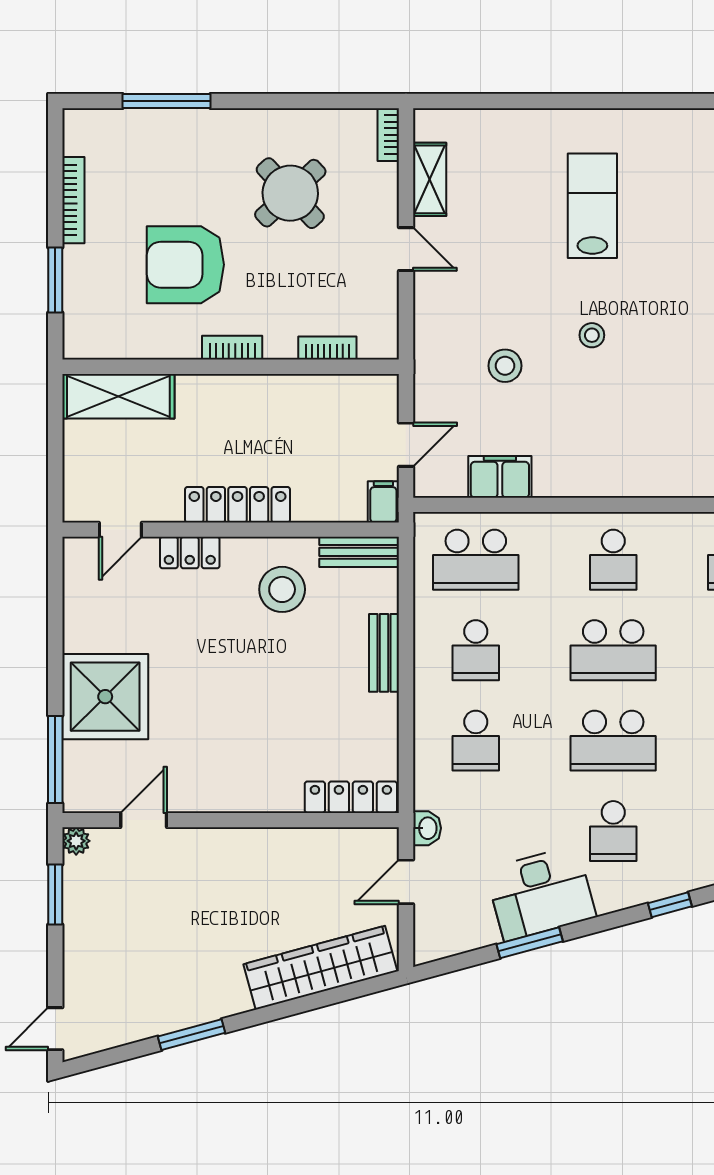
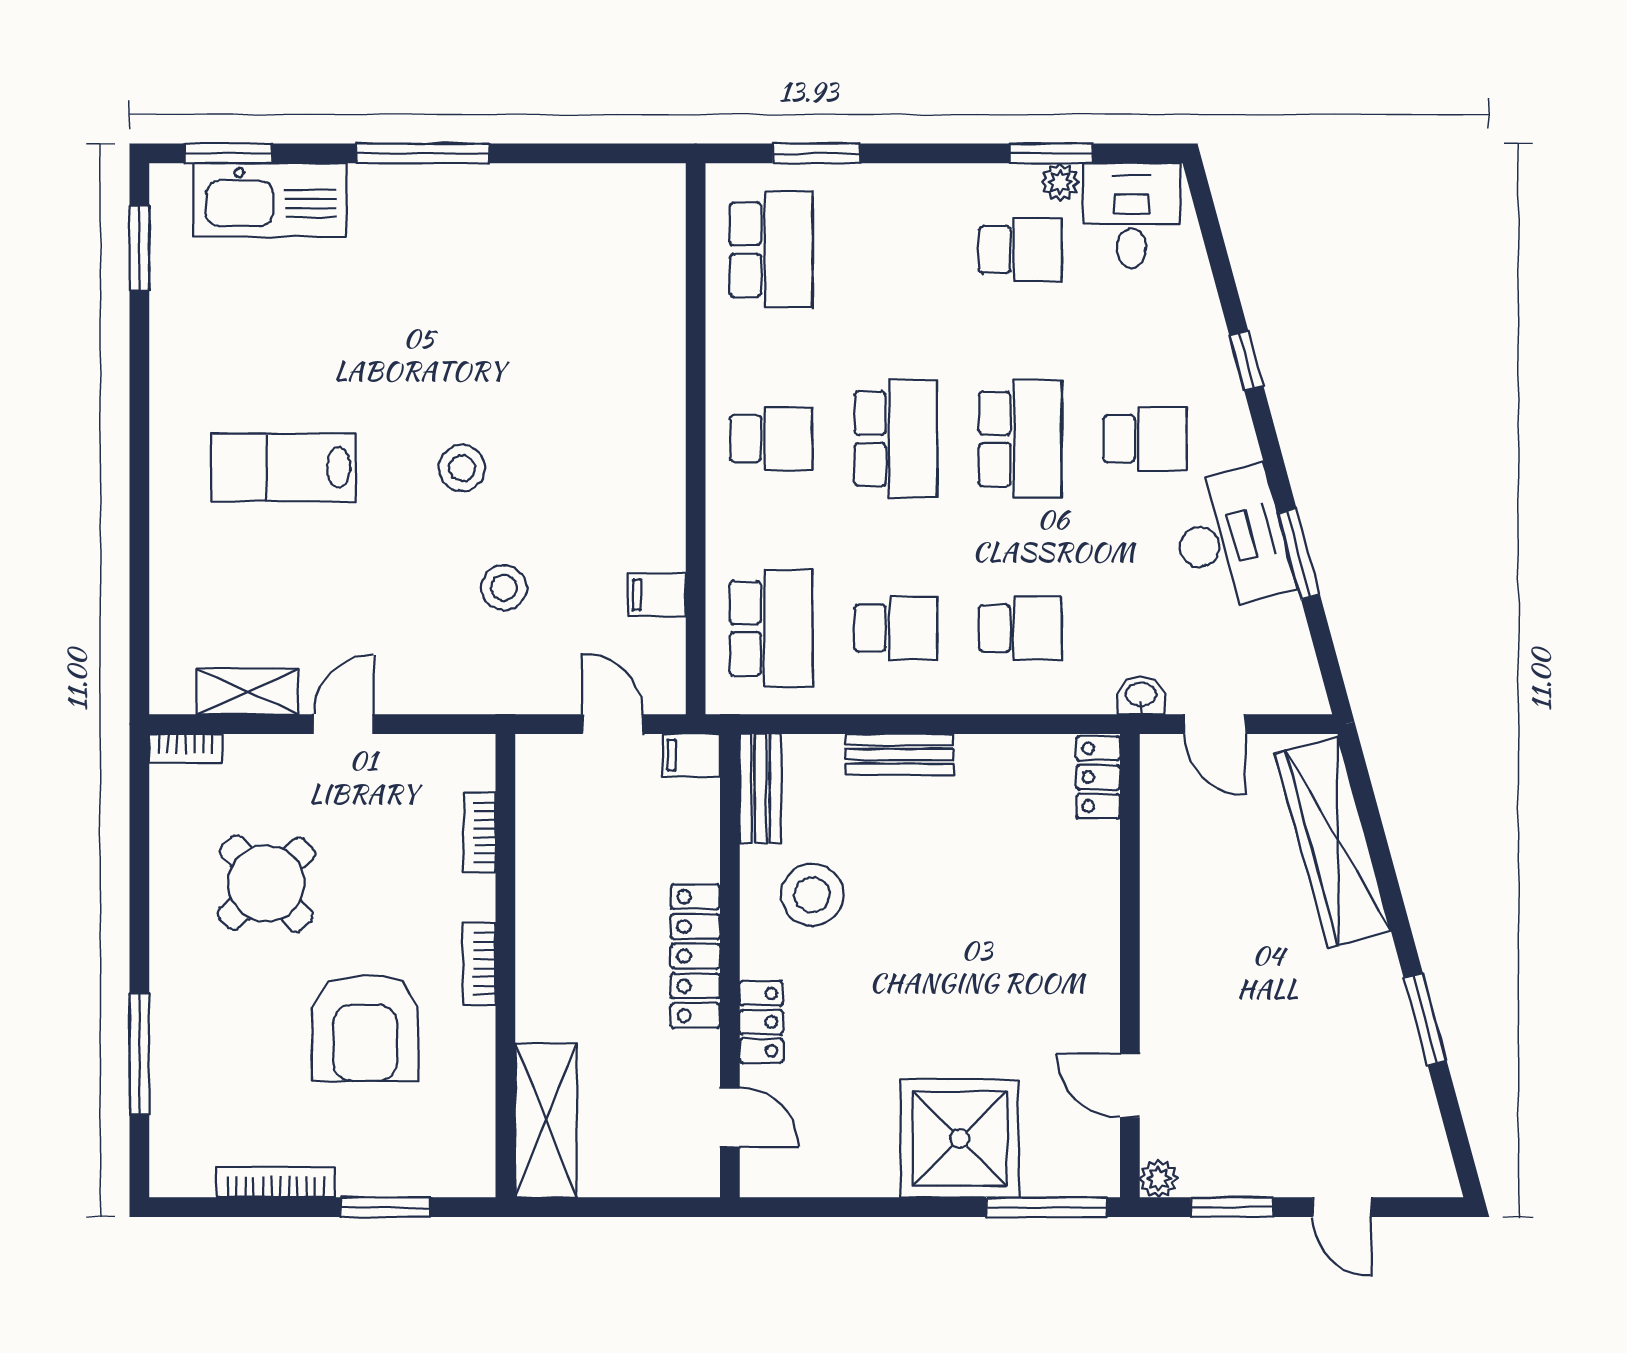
stool: (592, 335) -> (462, 468), width x1.37, depth x1.37
filing cabinet: (500, 477) -> (657, 595), width x0.50
locker: (351, 797) -> (1098, 777), width x0.66
door: (55, 1029) -> (1342, 1207), moved

